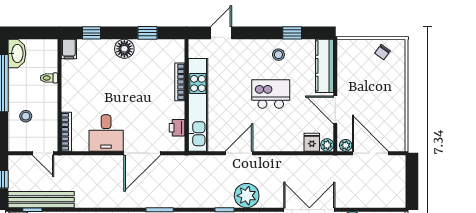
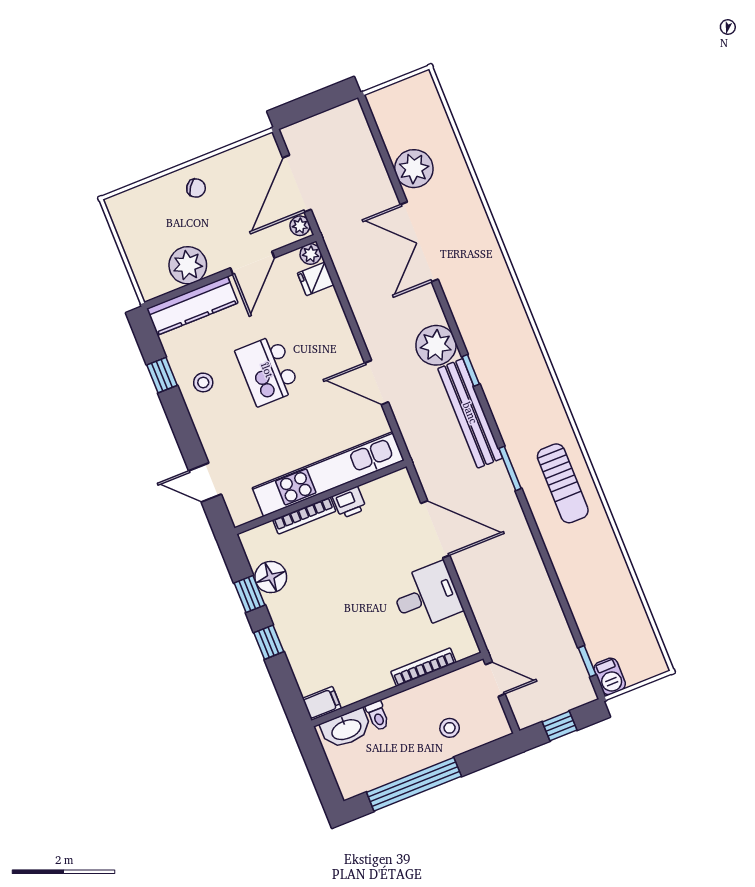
window: (92, 33) -> (269, 642), moved
floor lamp: (124, 49) -> (271, 577), moved
chair: (382, 52) -> (196, 188), moved
washbasin: (17, 54) -> (346, 729), moved, turned 180
plant: (349, 73) -> (188, 265), added
printer: (177, 128) -> (349, 502), moved
bookcase: (66, 132) -> (423, 667), moved
door: (43, 153) -> (495, 679), hinge flipped
bench: (41, 200) -> (470, 413), moved

